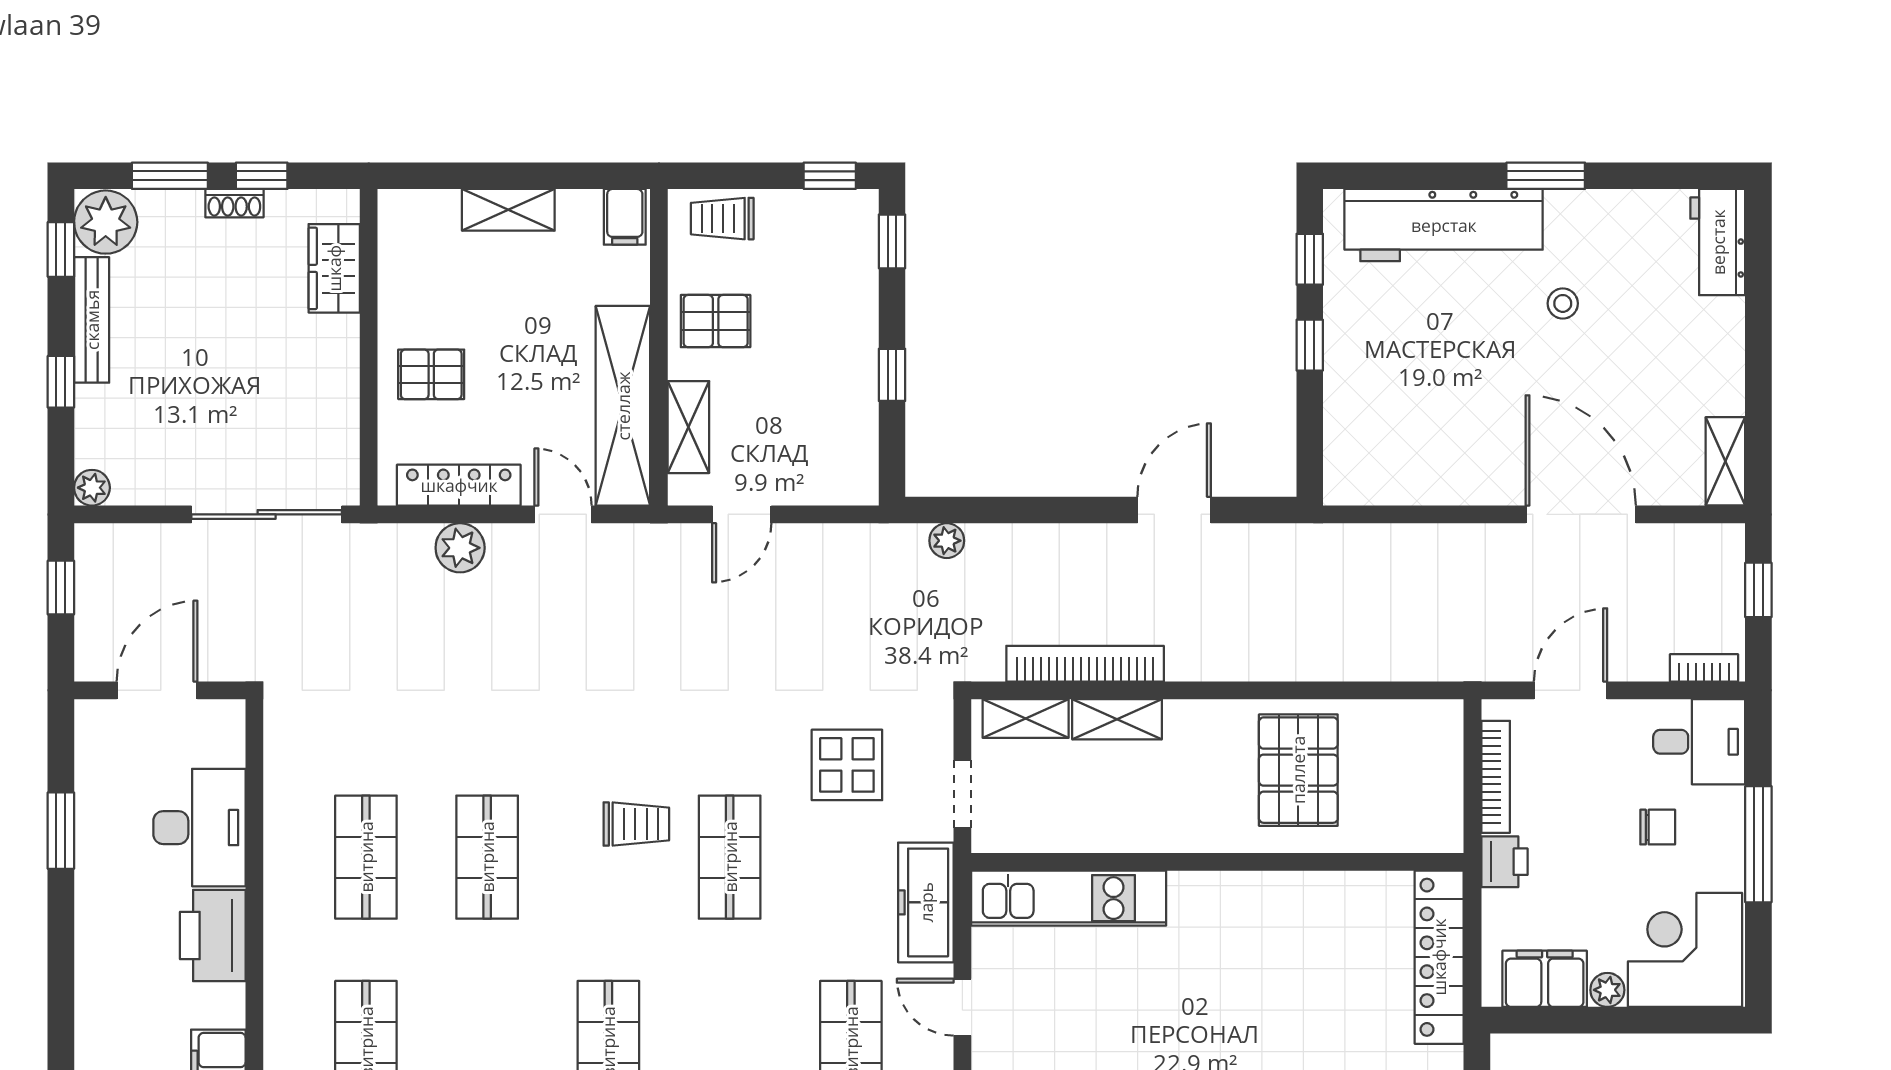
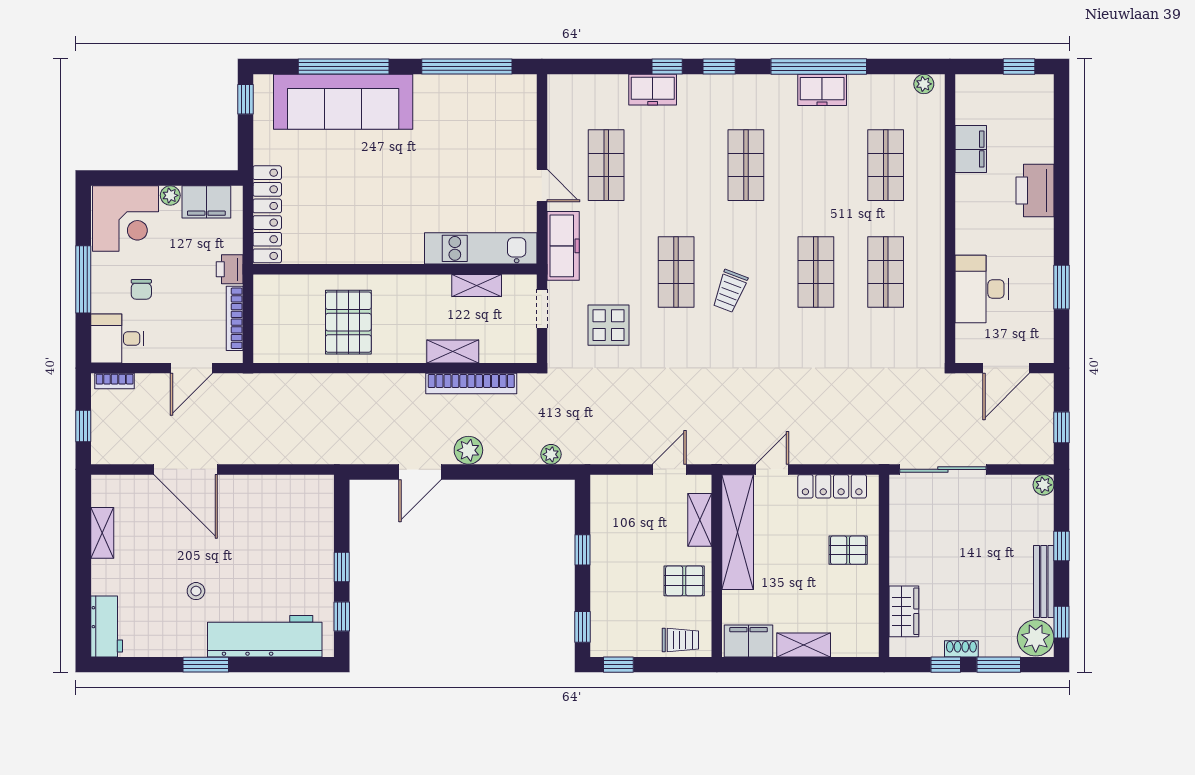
filing cabinet: (625, 217) -> (749, 641), width x2.00
shelving: (1725, 461) -> (102, 533), moved
door: (563, 514) -> (772, 469), swing flipped
plant: (460, 548) -> (468, 450), moved
shelving: (1026, 718) -> (477, 285), moved
trolley: (636, 824) -> (730, 291), turned -69
chair: (1658, 827) -> (141, 289), turned -90
printer: (213, 935) -> (1035, 191), moved, turned 180

